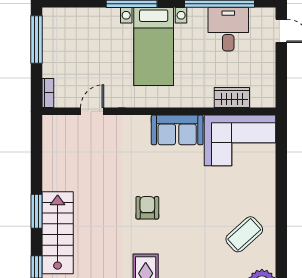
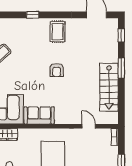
door: (92, 111) -> (89, 126), swing flipped
stairs: (58, 233) -> (109, 87), moved

